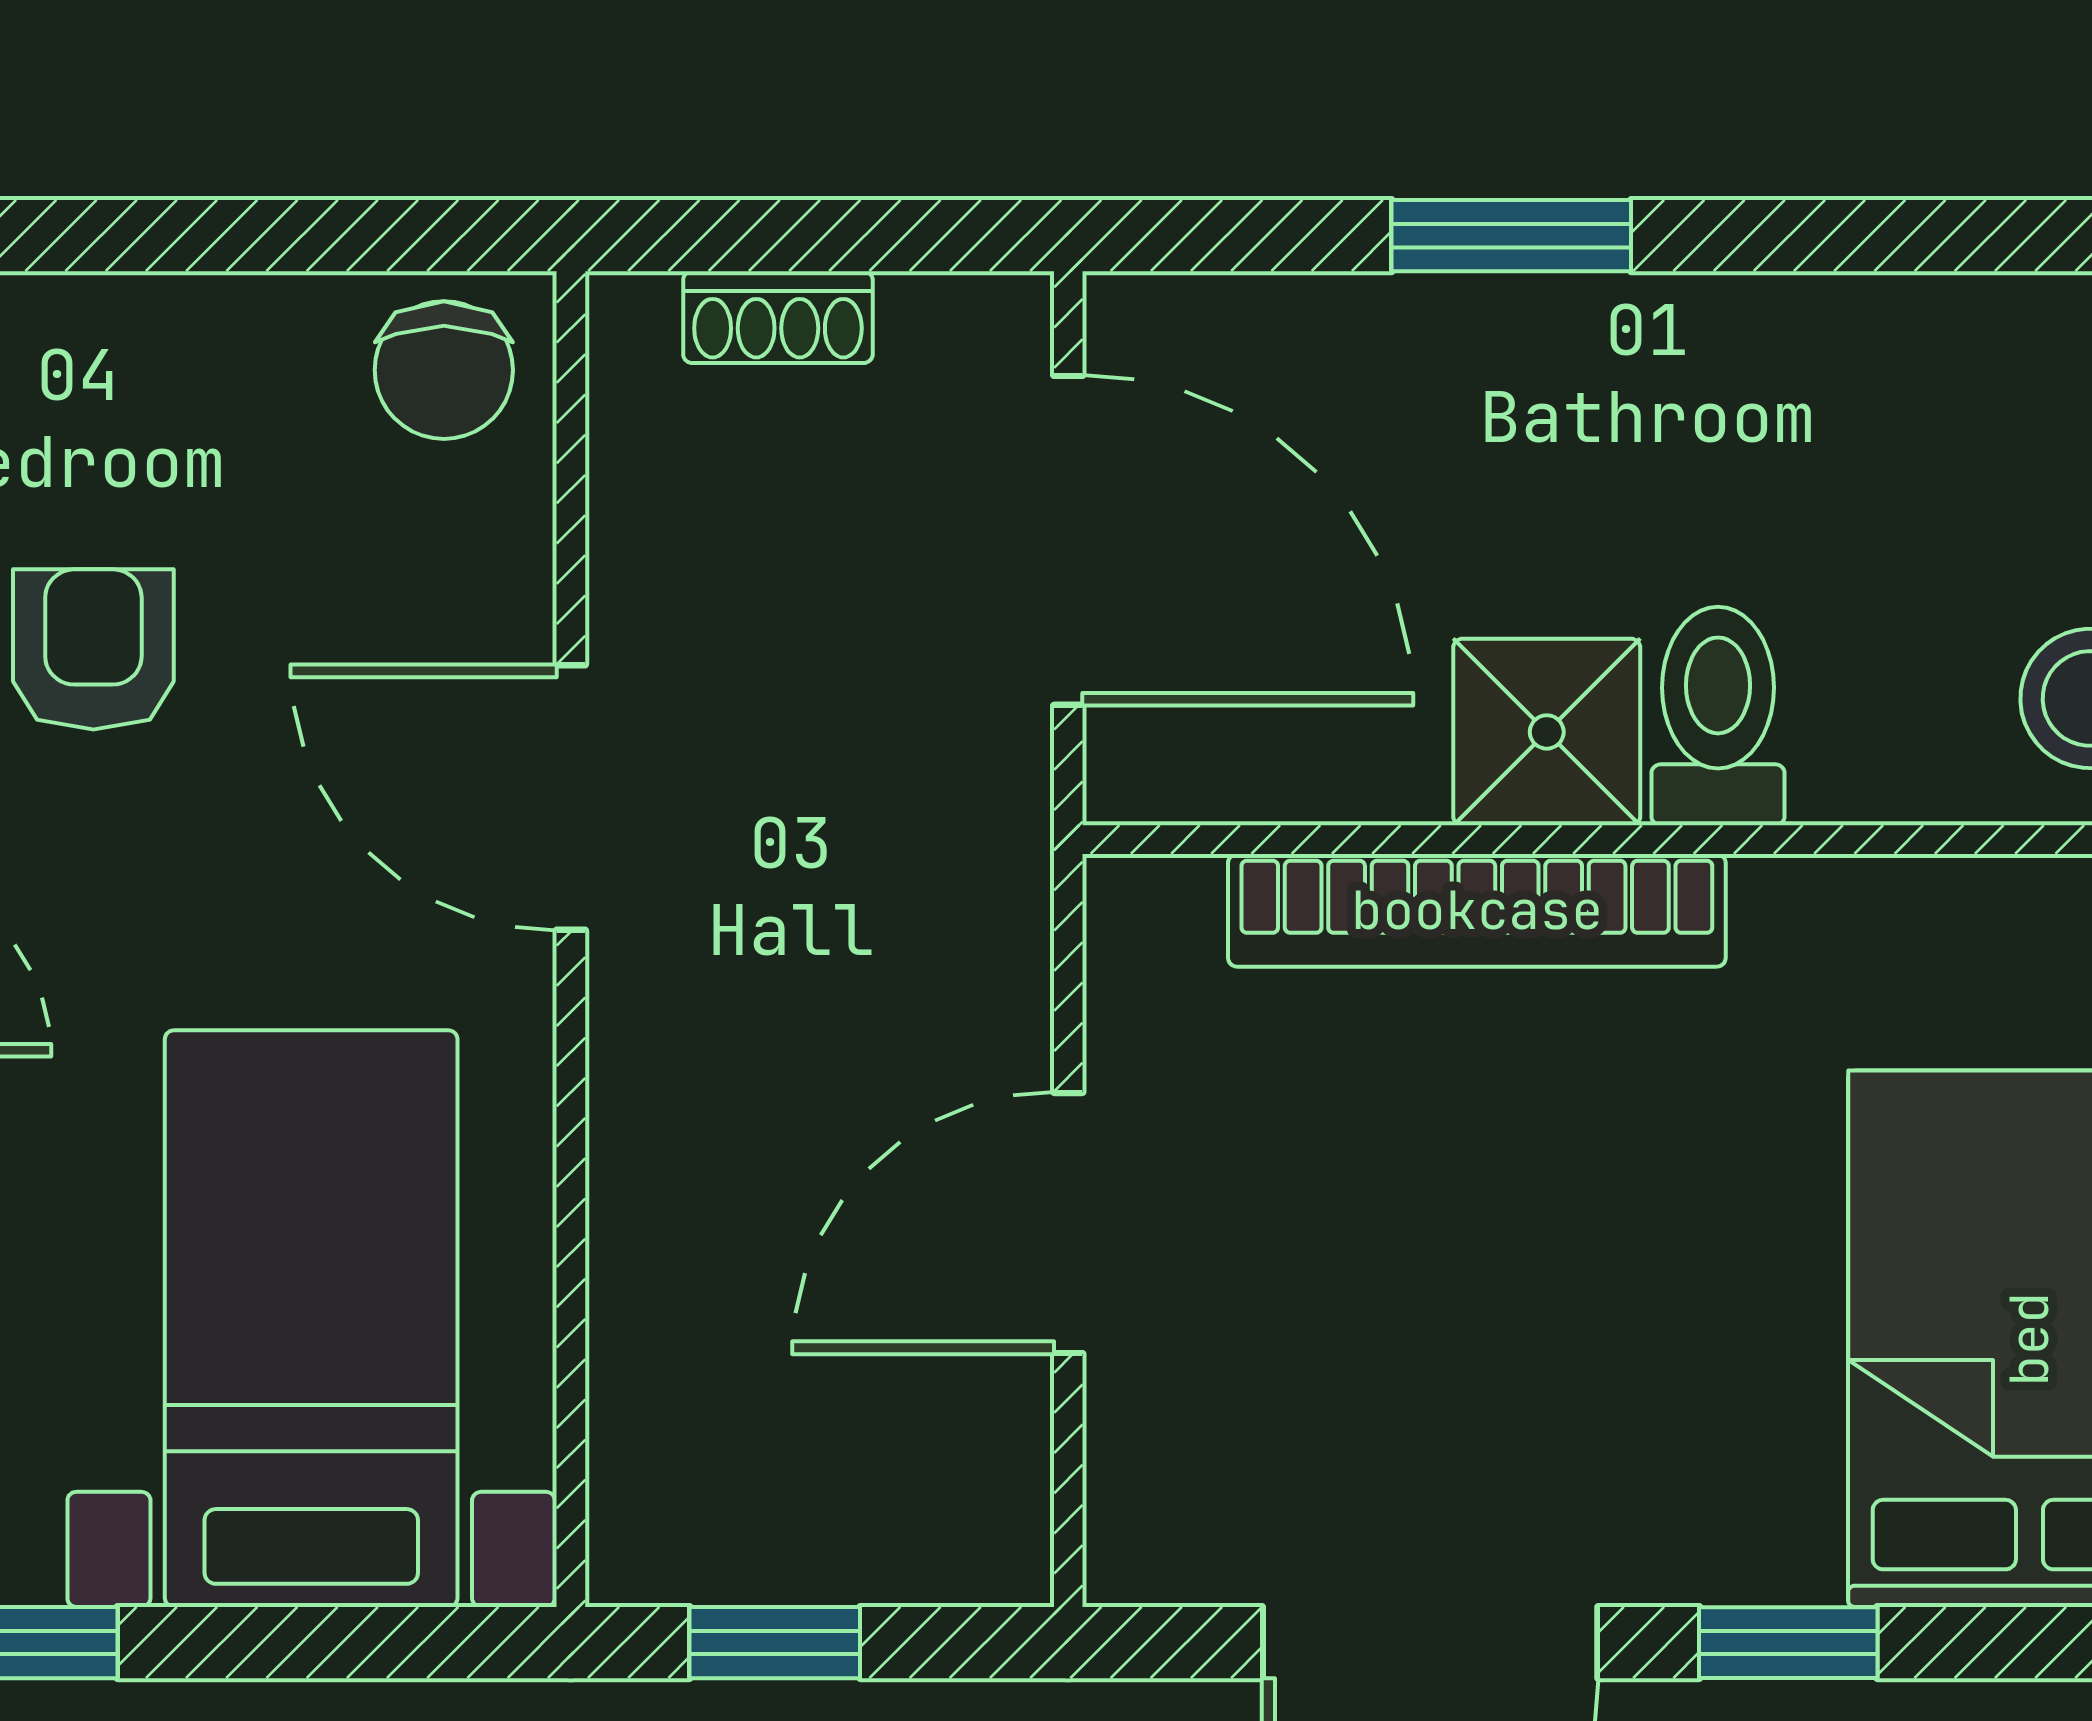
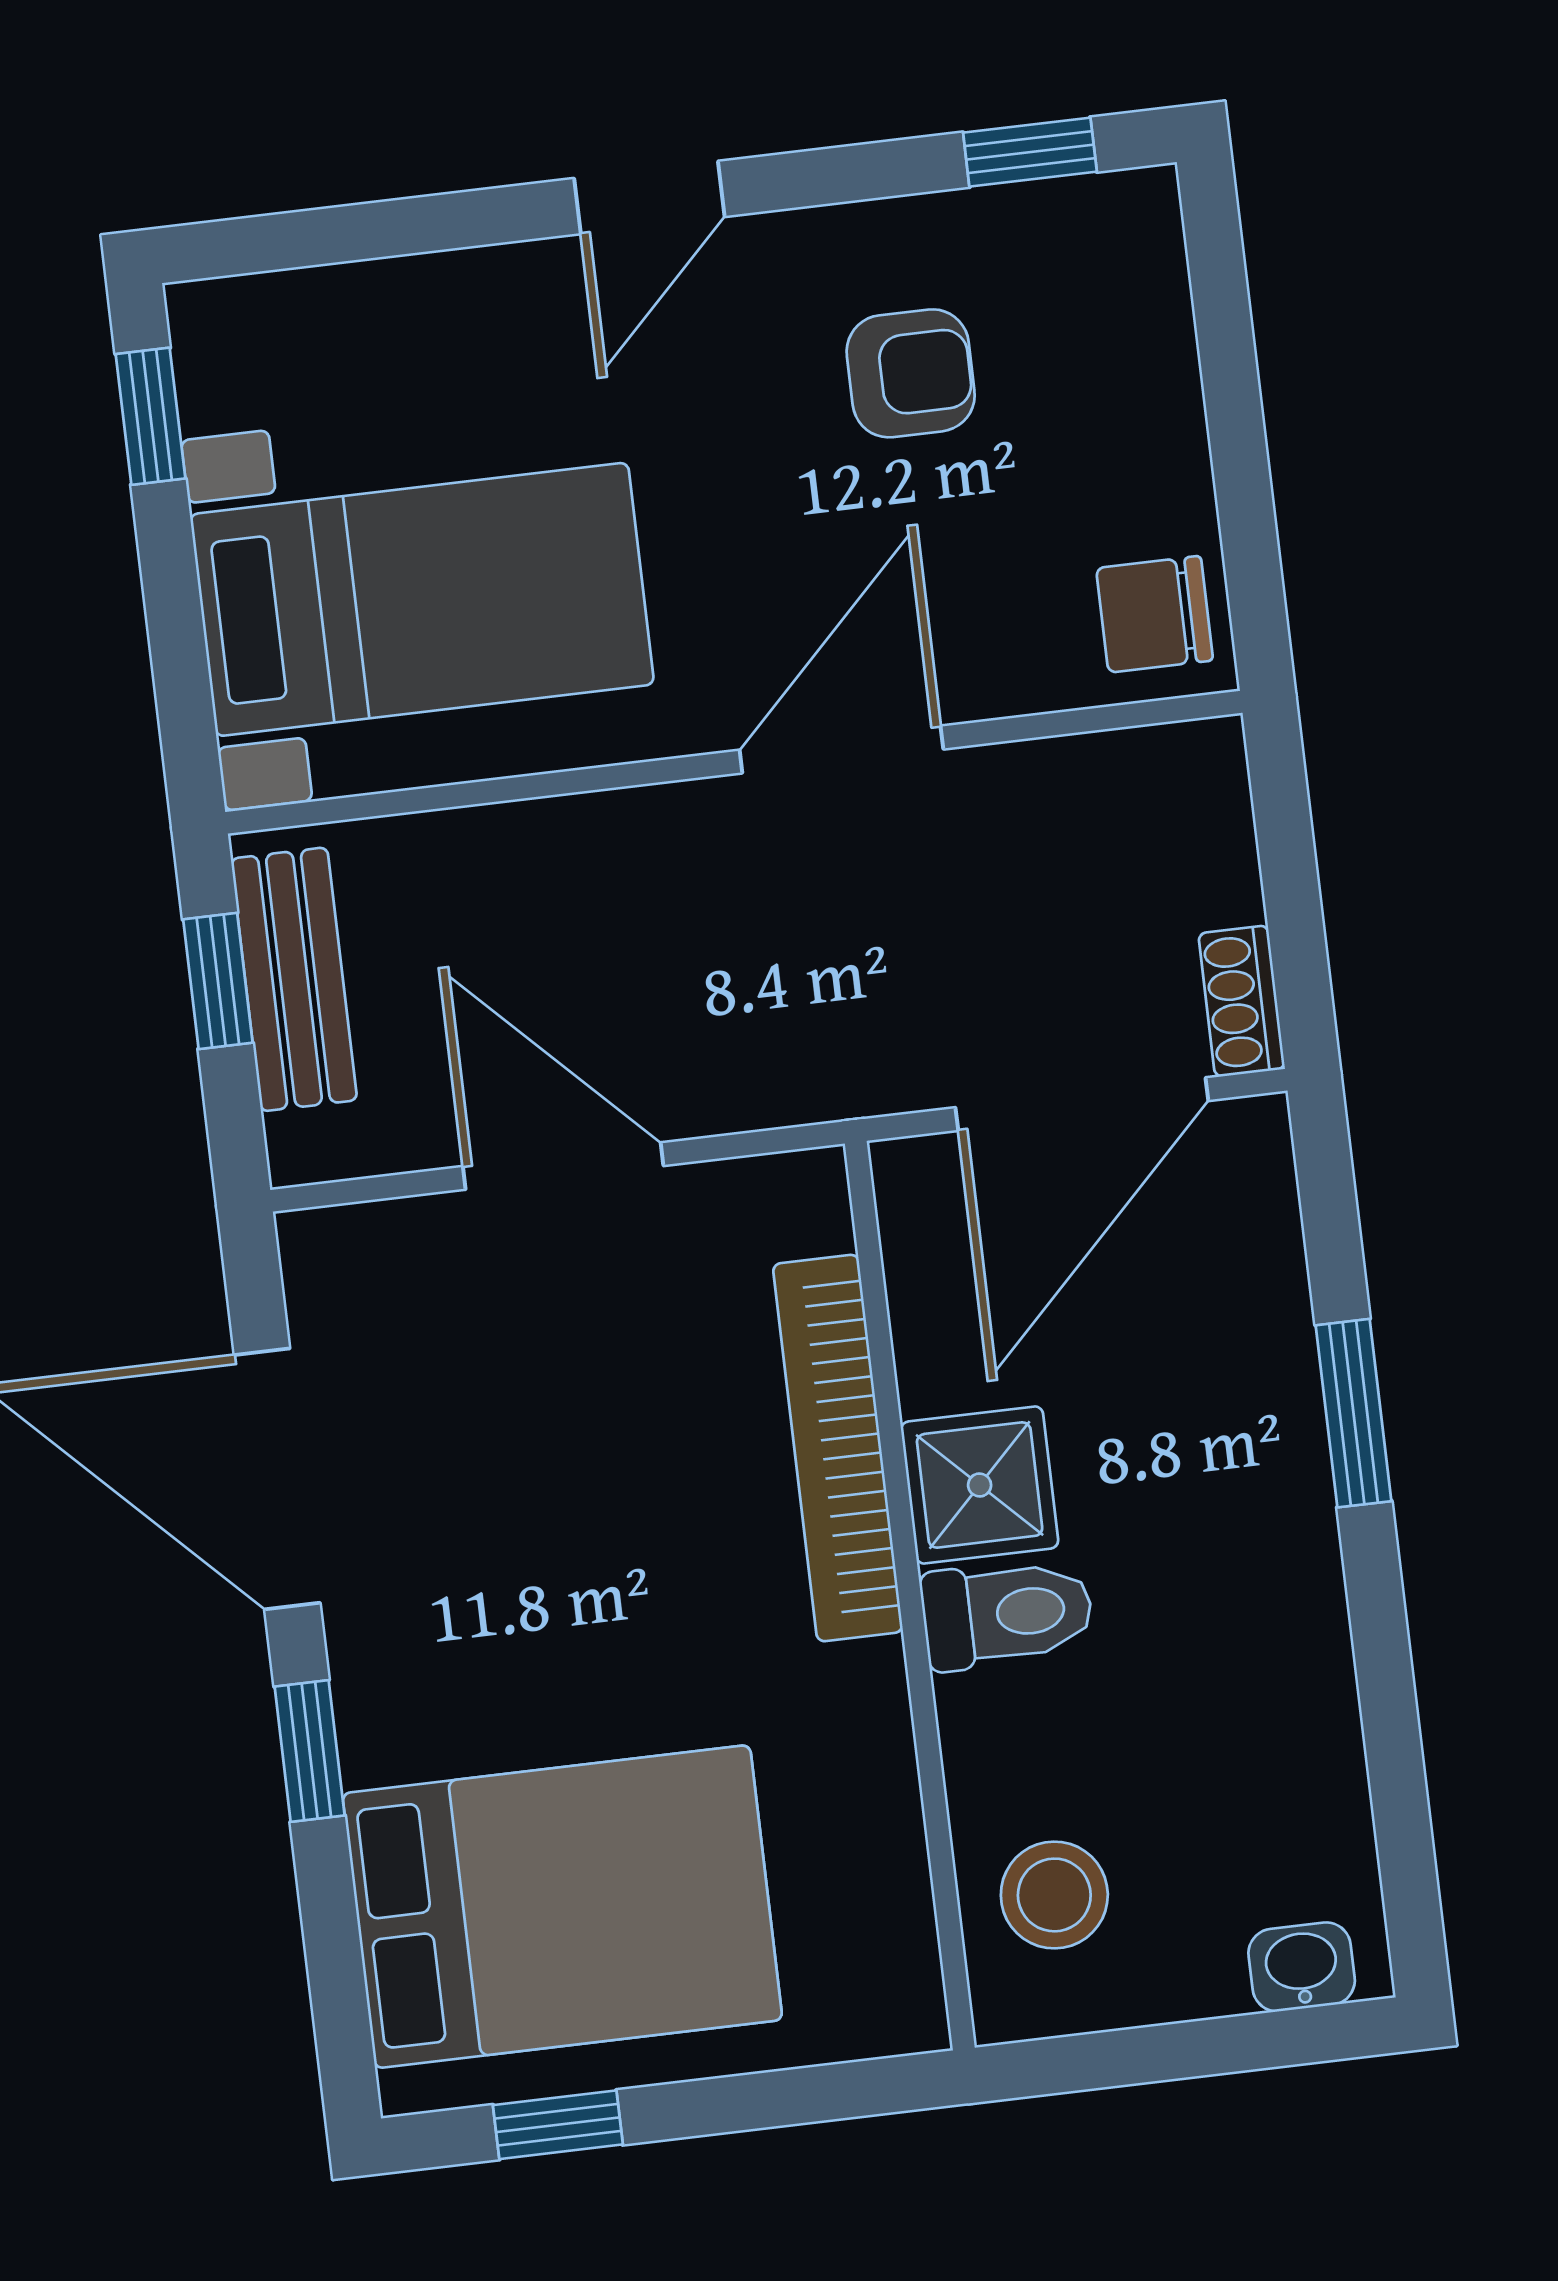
shoe rack: (778, 317) -> (1242, 1001), moved
bench: (784, 1543) -> (294, 979), added

